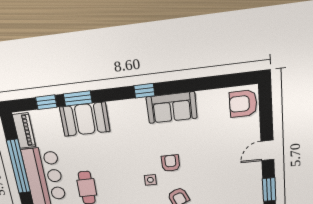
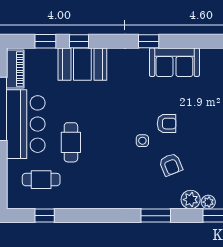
window: (78, 99) -> (79, 41), width x0.67
armchair: (171, 163) -> (167, 124), turned 90

